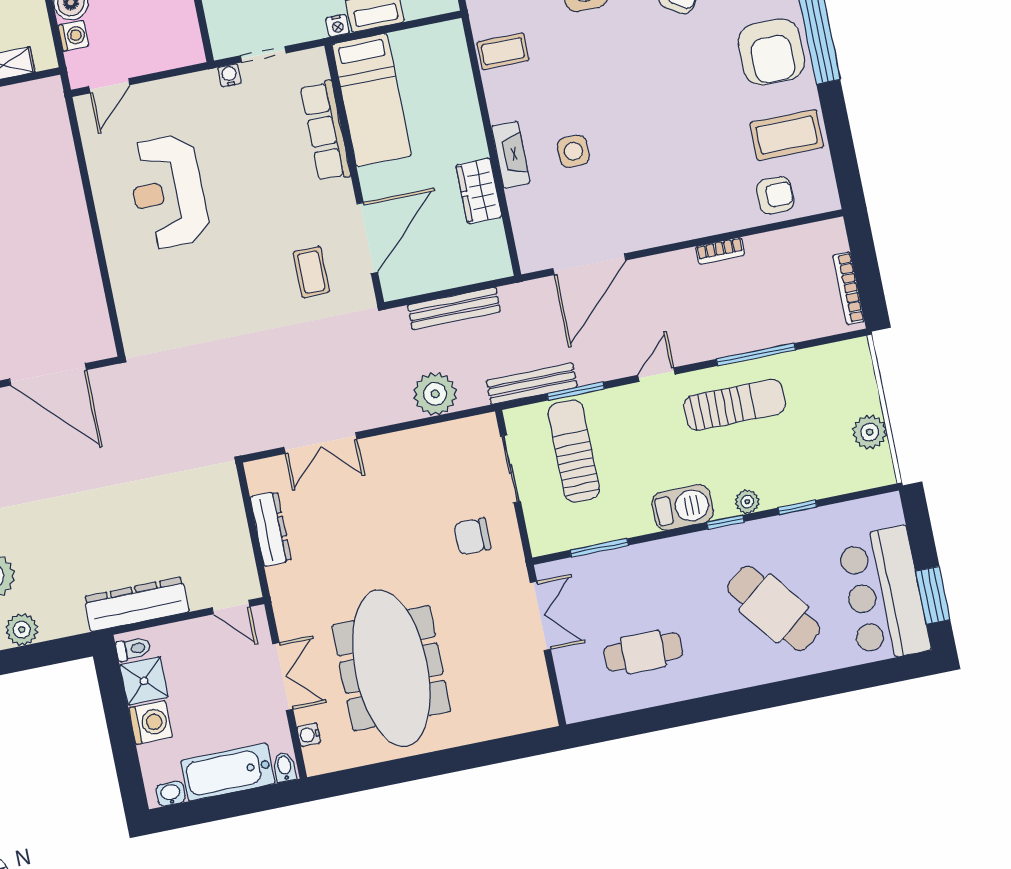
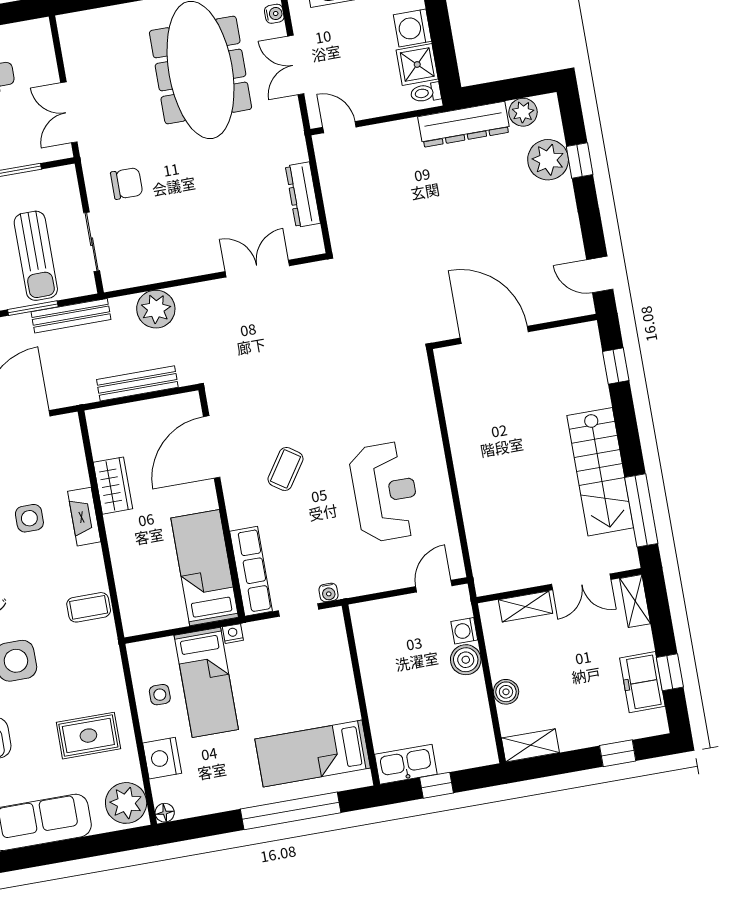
row of seats: (325, 131) -> (251, 571), moved
coffee table: (311, 272) -> (285, 469), moved, turned 34
dresser: (137, 604) -> (464, 124), moved

